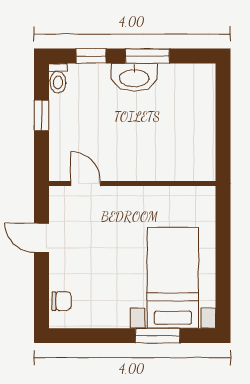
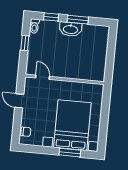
bed with nightstands: (173, 278) -> (72, 125), width x1.36

